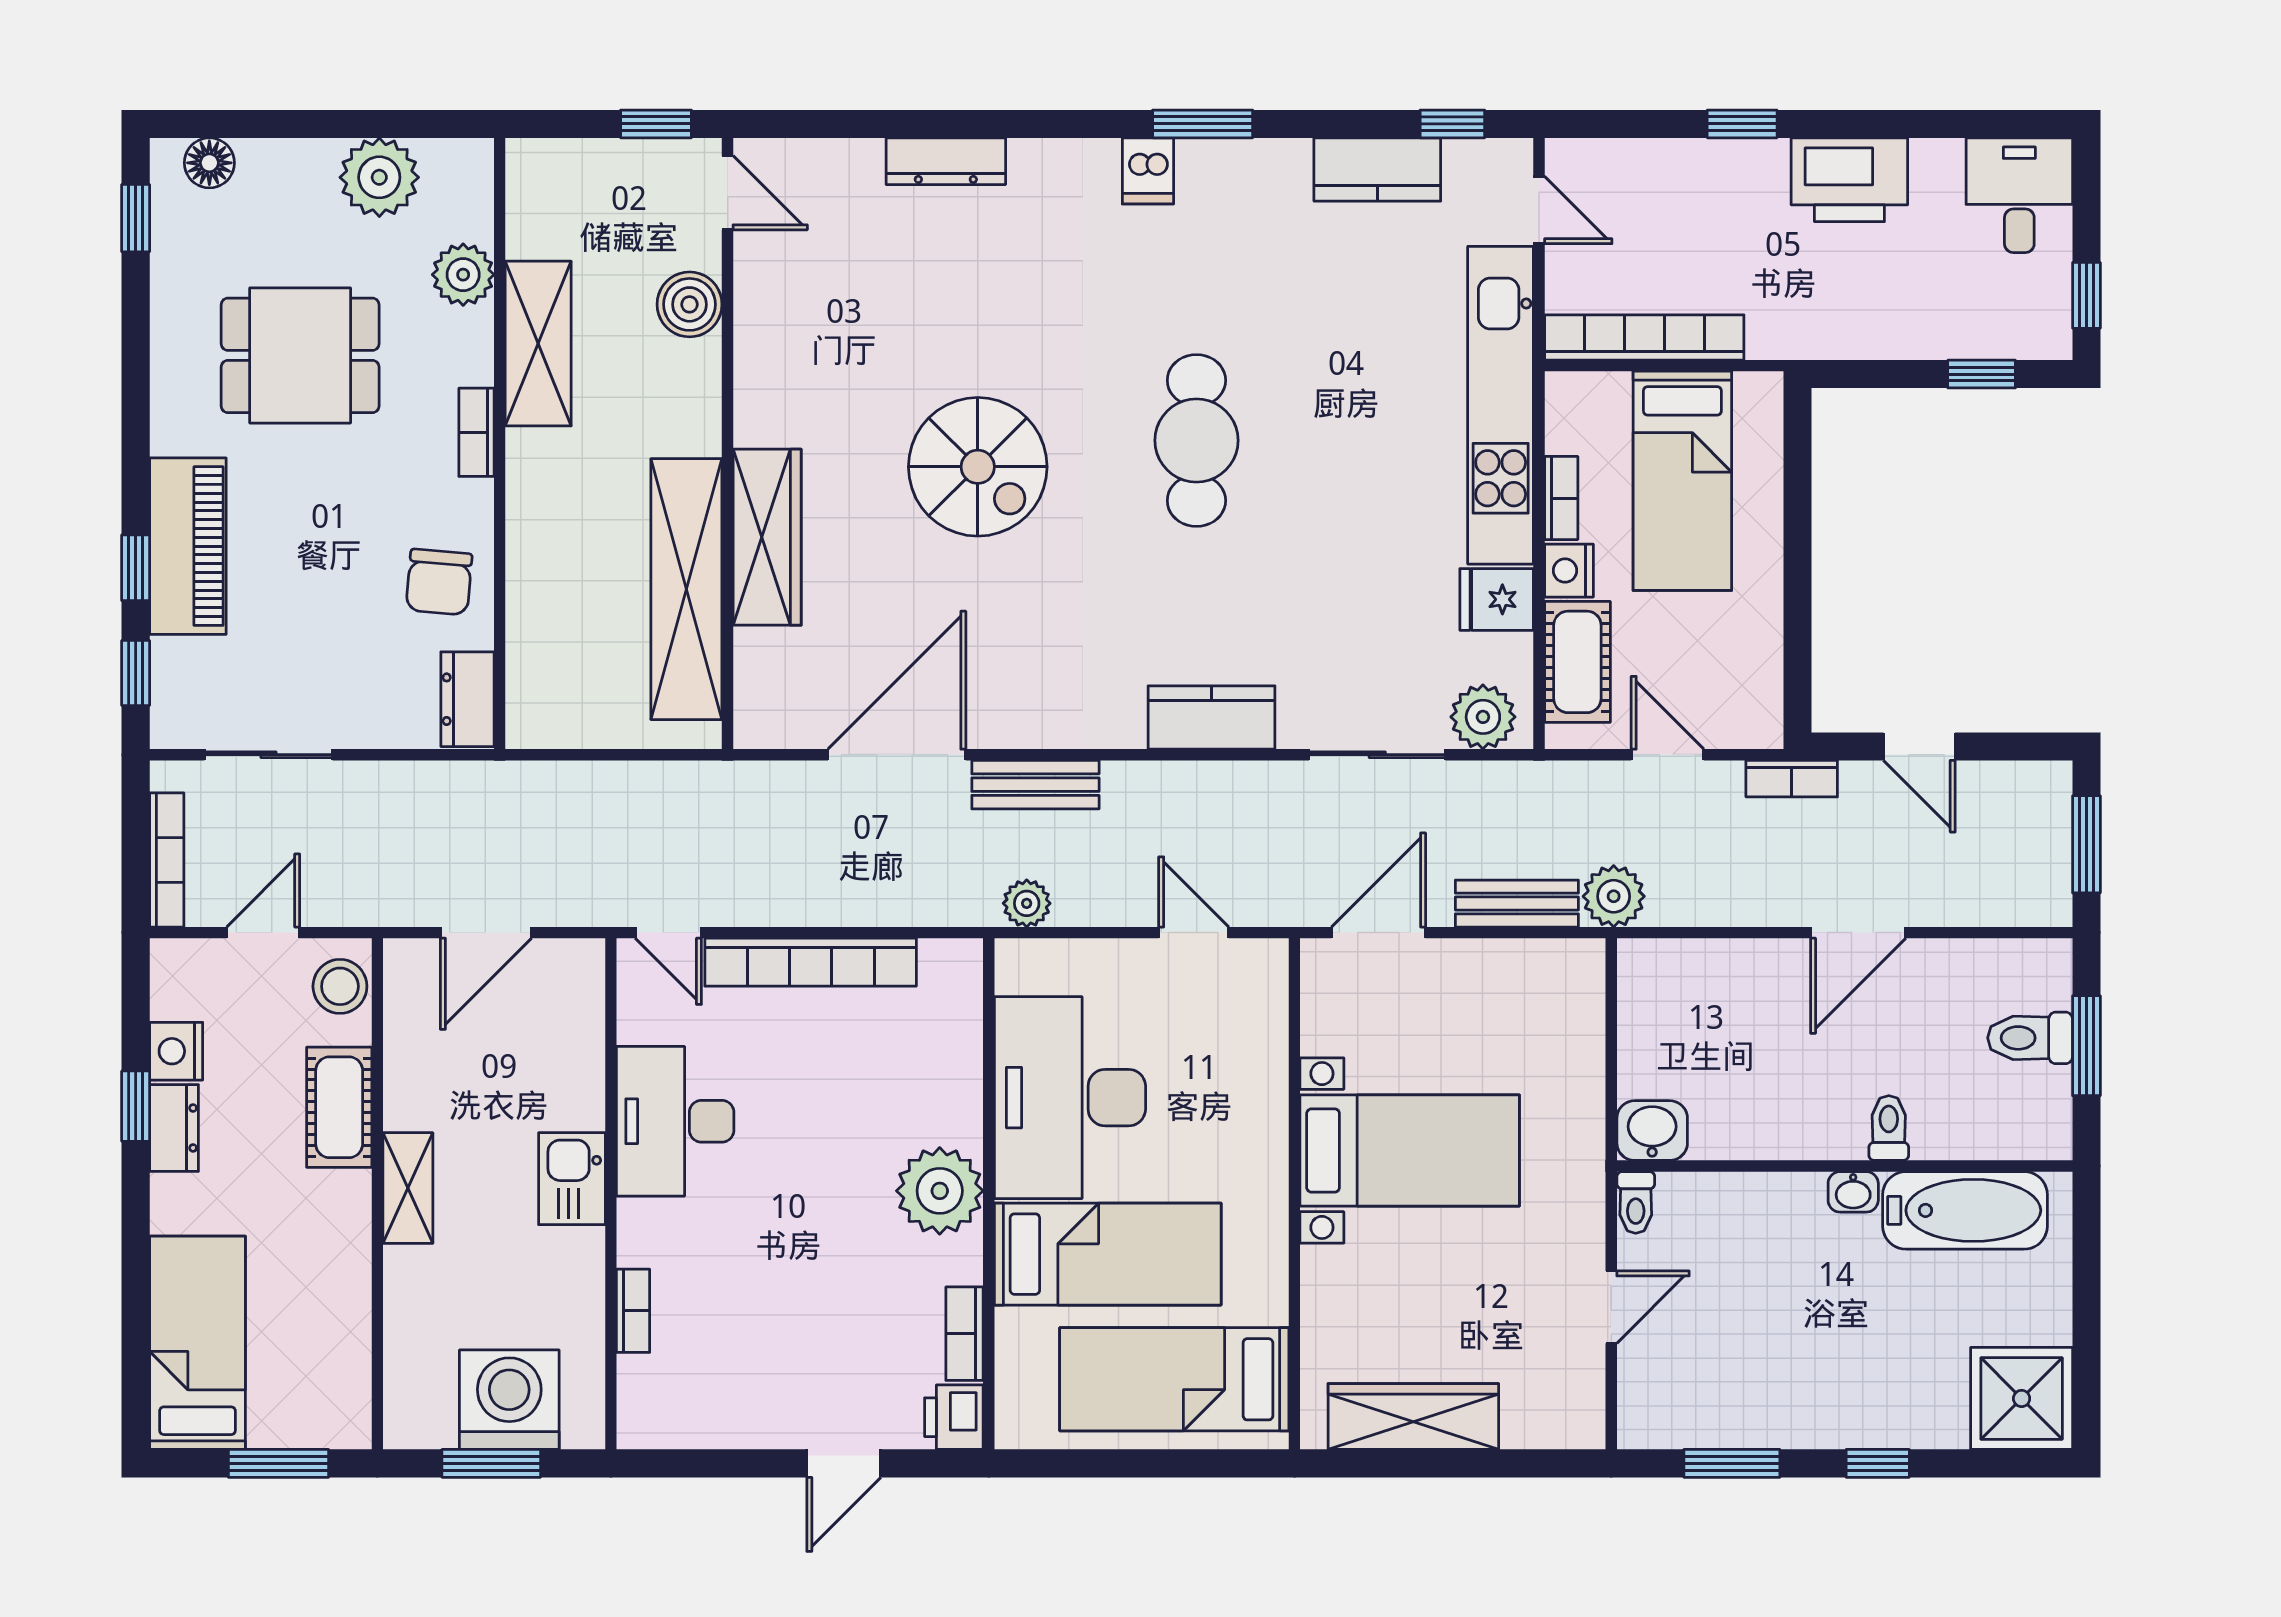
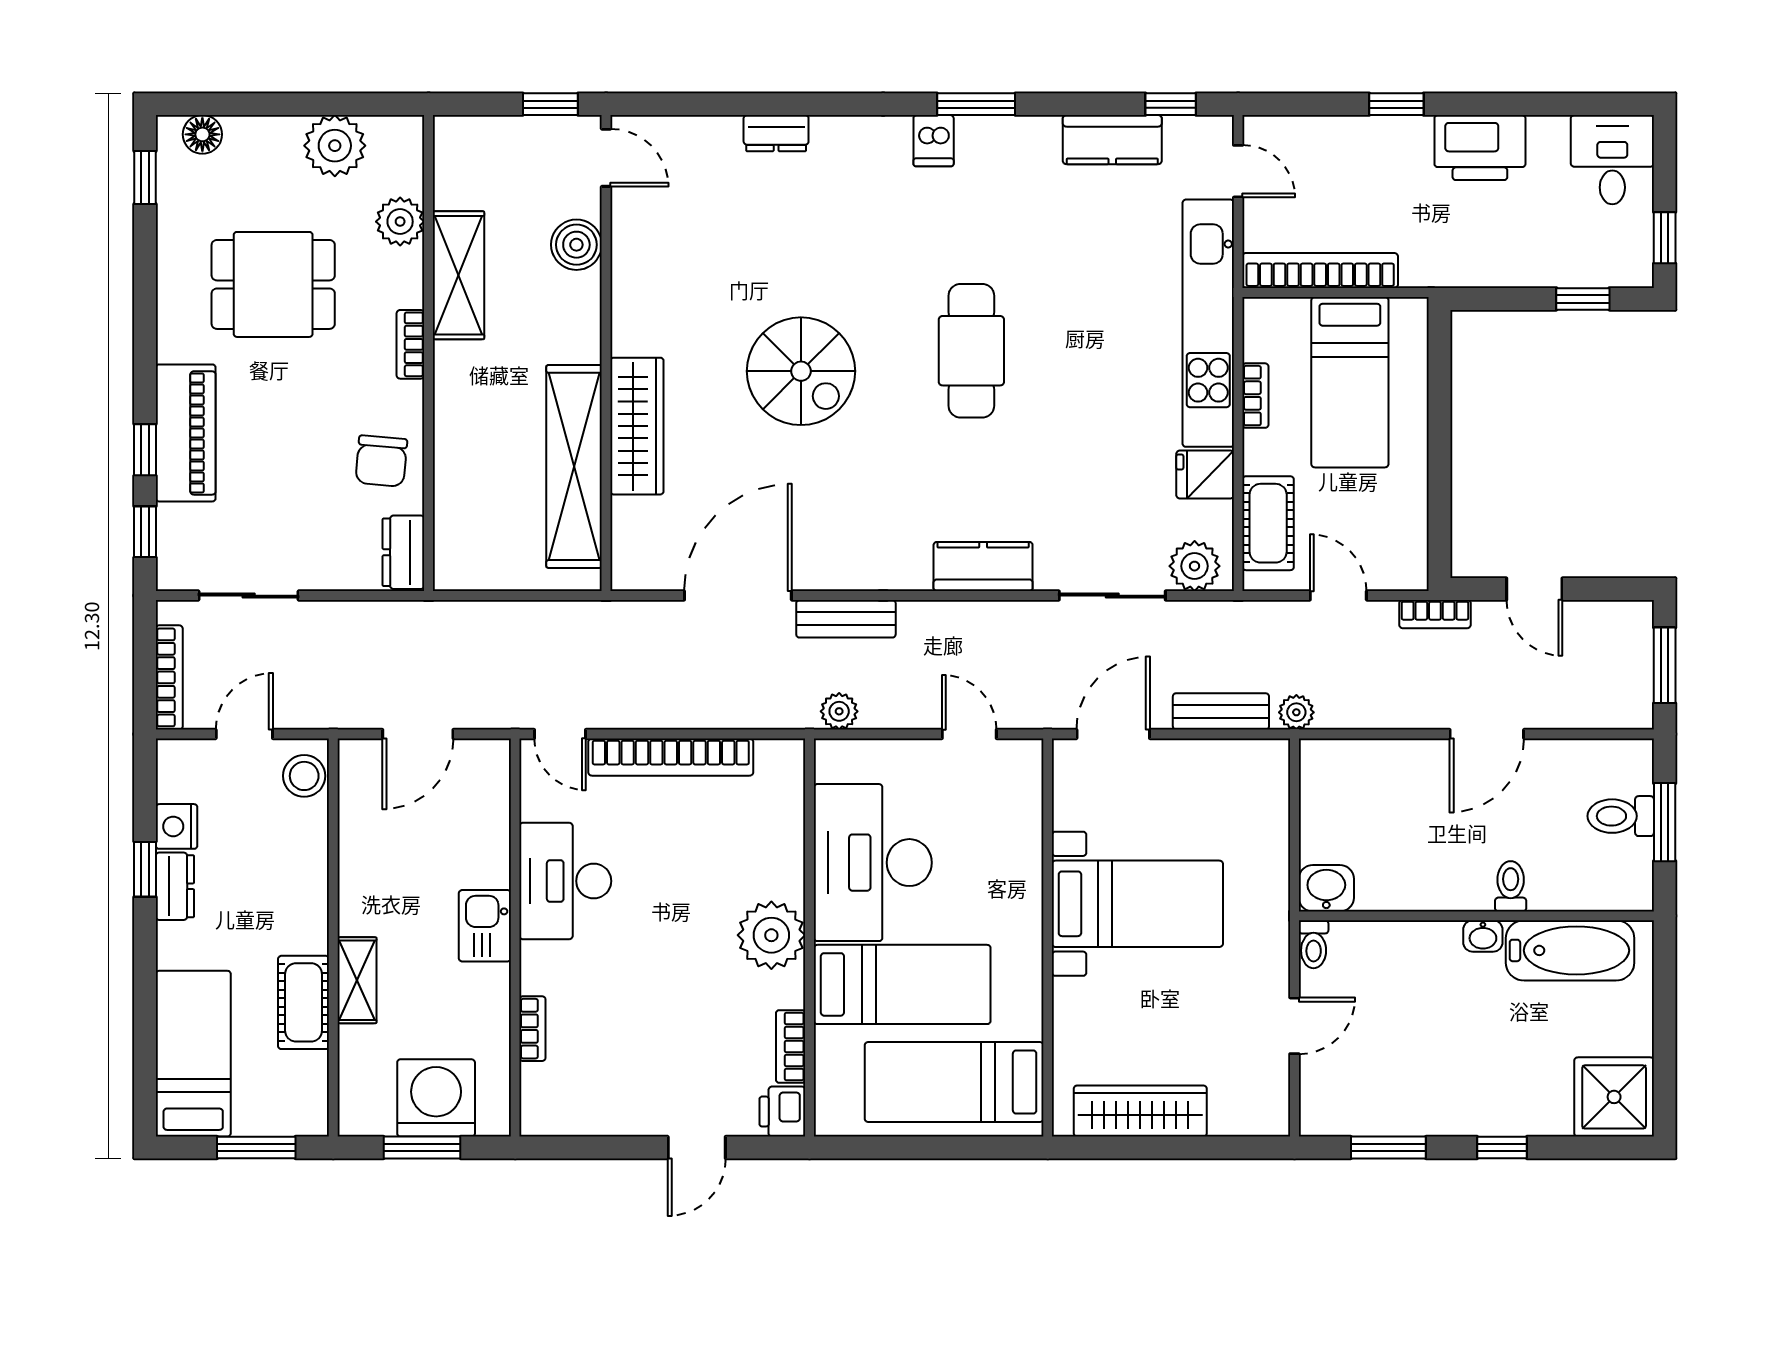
dresser: (946, 161) -> (776, 133), width x0.70
nightstand: (1569, 571) -> (1261, 452), removed
plant: (1614, 896) -> (1296, 712), width x0.73, depth x0.73
cot: (339, 1107) -> (304, 1002), moved
shelving: (408, 1188) -> (357, 980), moved

